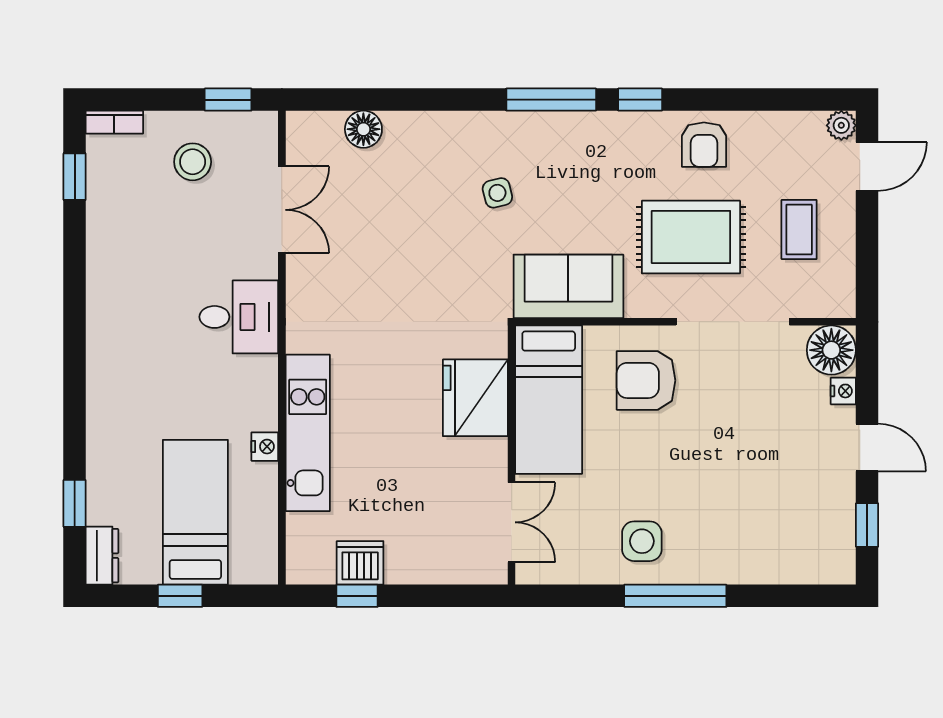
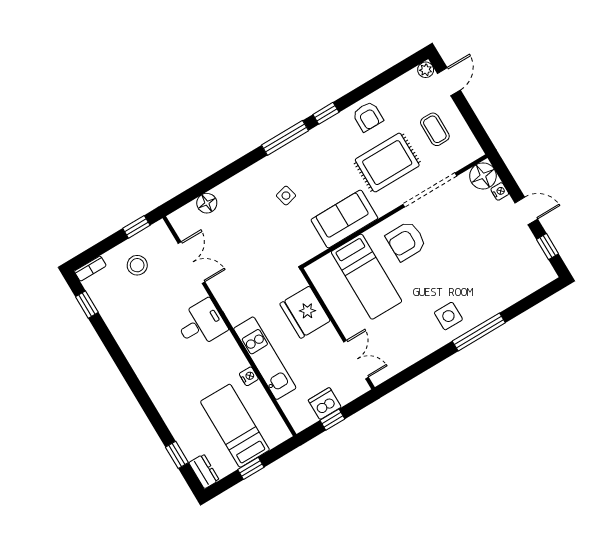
fridge: (475, 398) -> (305, 312), moved
wall: (512, 455) -> (337, 329), moved
double door: (512, 522) -> (356, 360), moved

